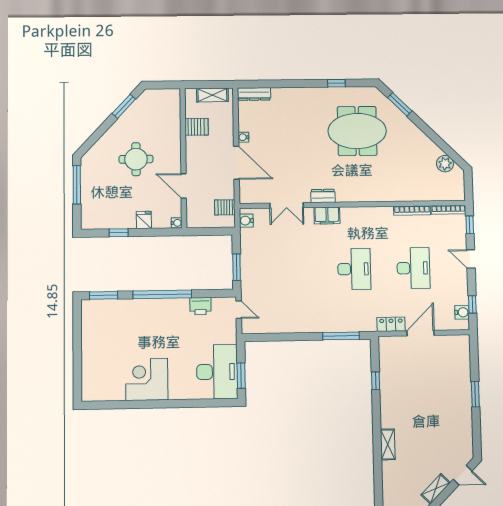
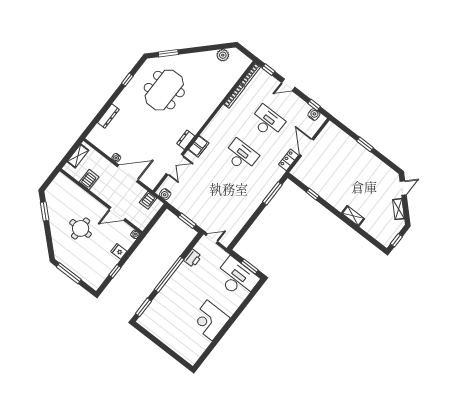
dresser: (254, 94) -> (108, 116), moved

